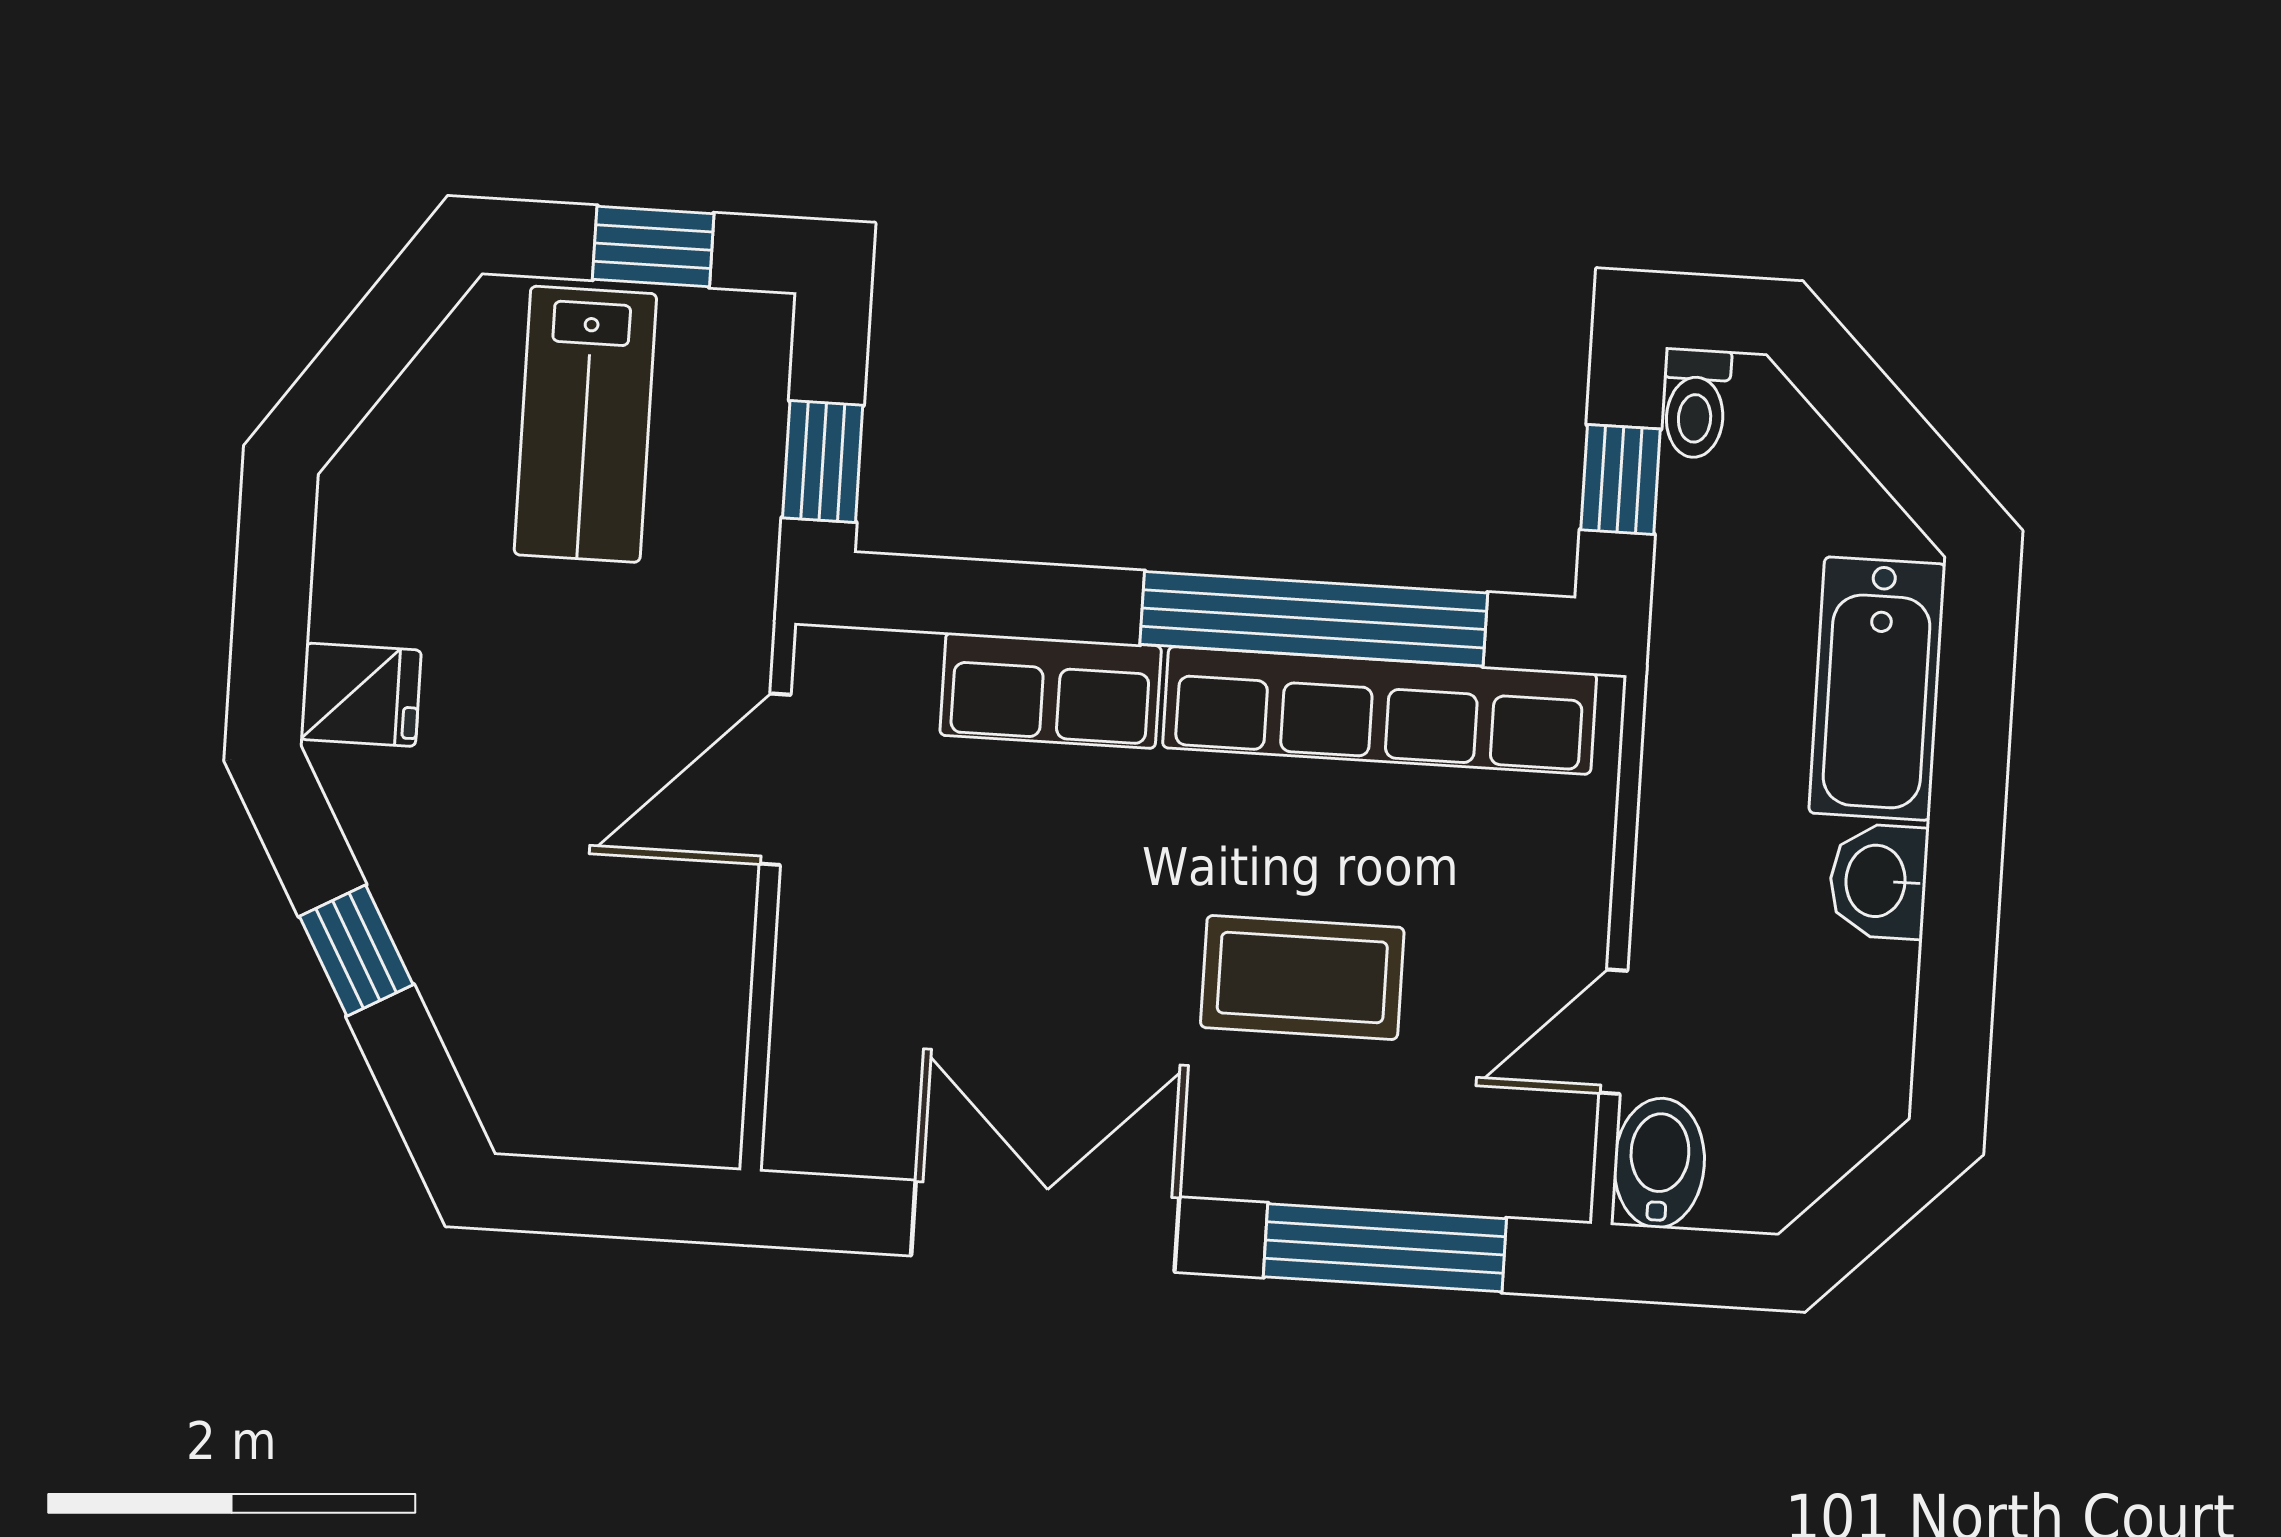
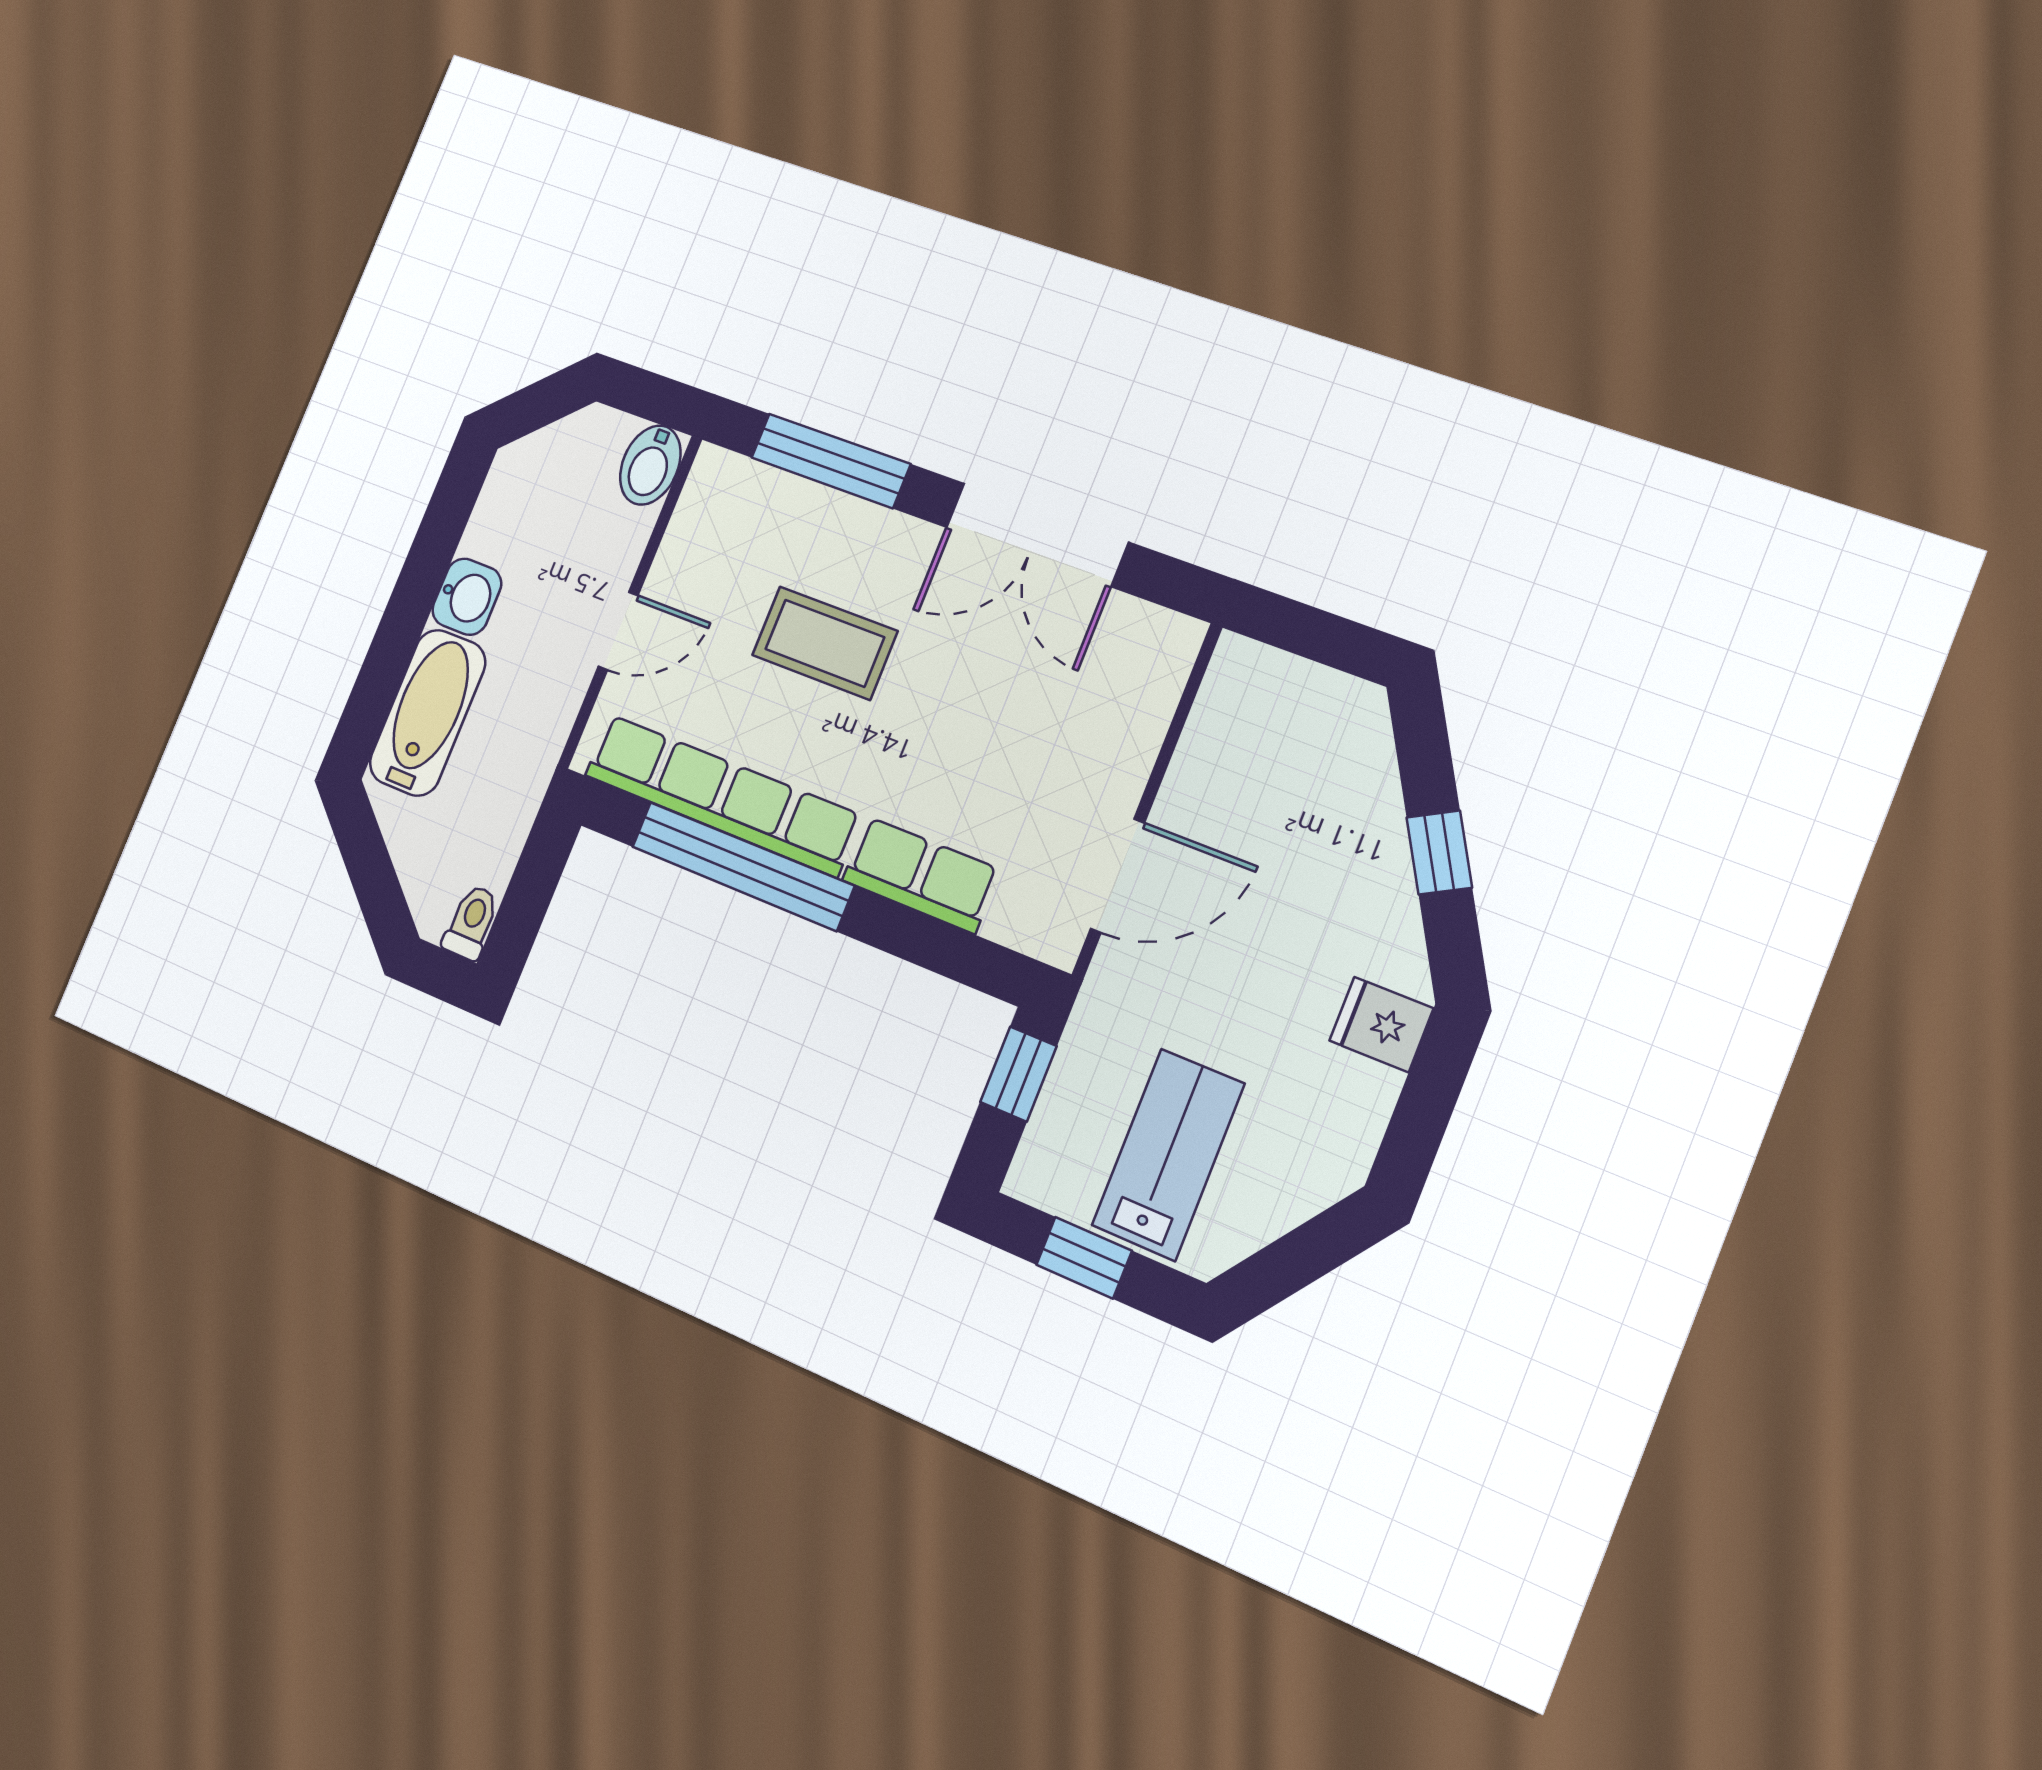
window: (1621, 479) -> (531, 890), removed
door: (1613, 1032) -> (618, 631), moved

